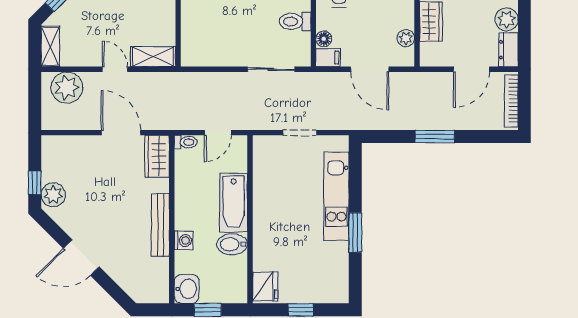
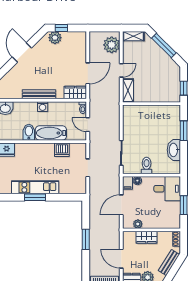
dishwasher: (265, 182) -> (62, 150), added
kitchen unit: (336, 196) -> (35, 187), moved
washing machine: (184, 240) -> (43, 107), moved

